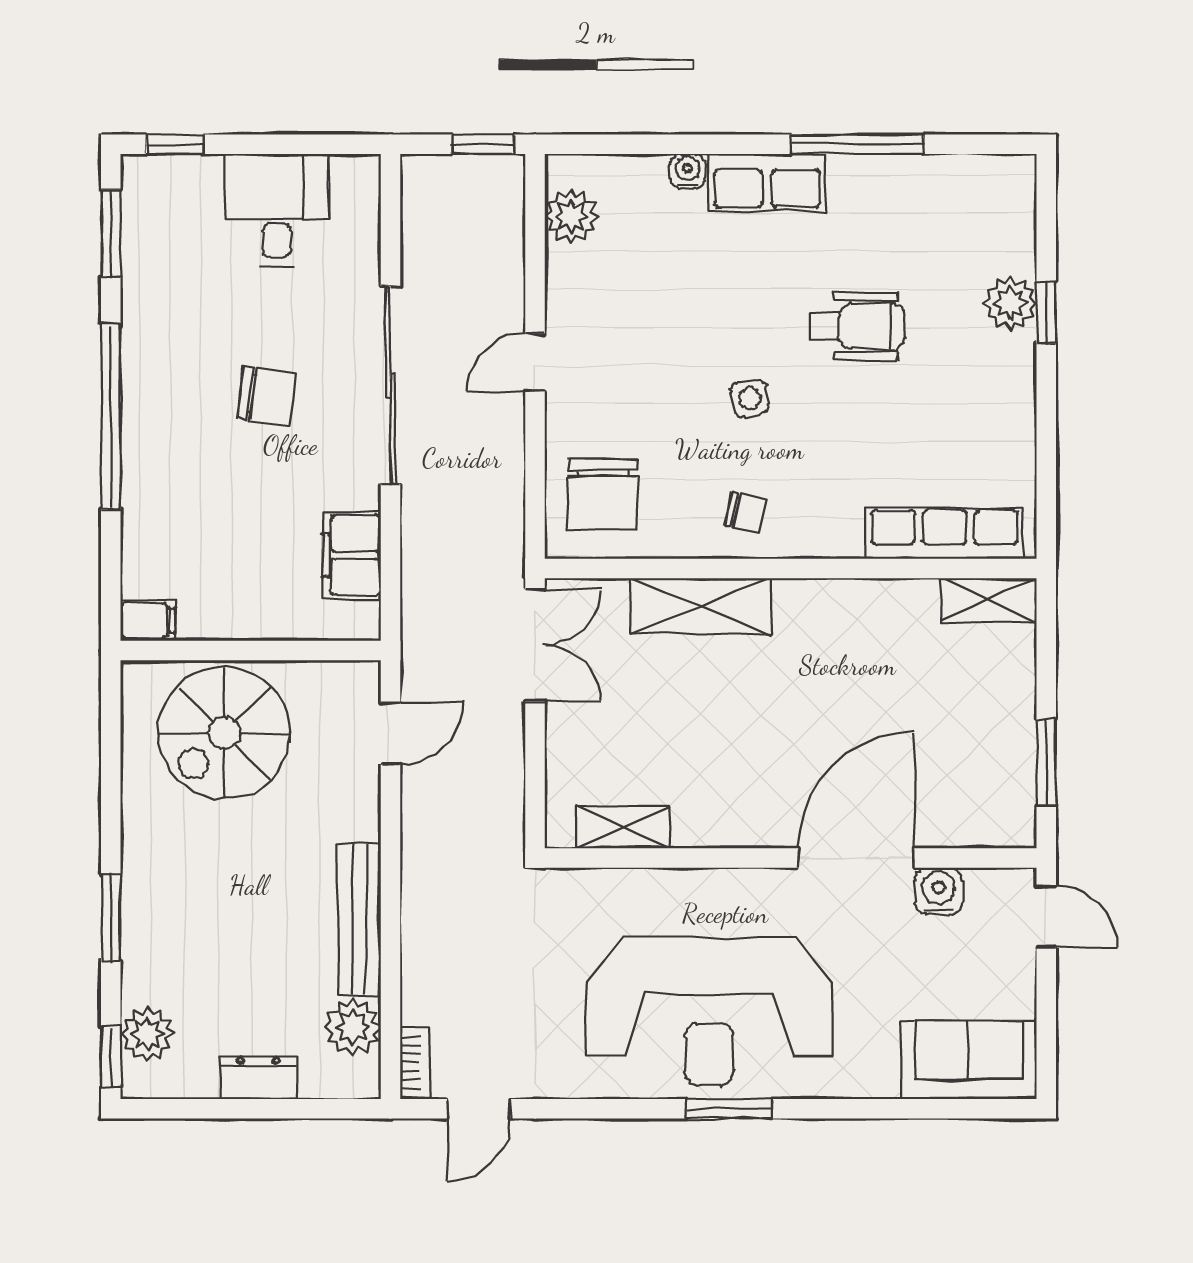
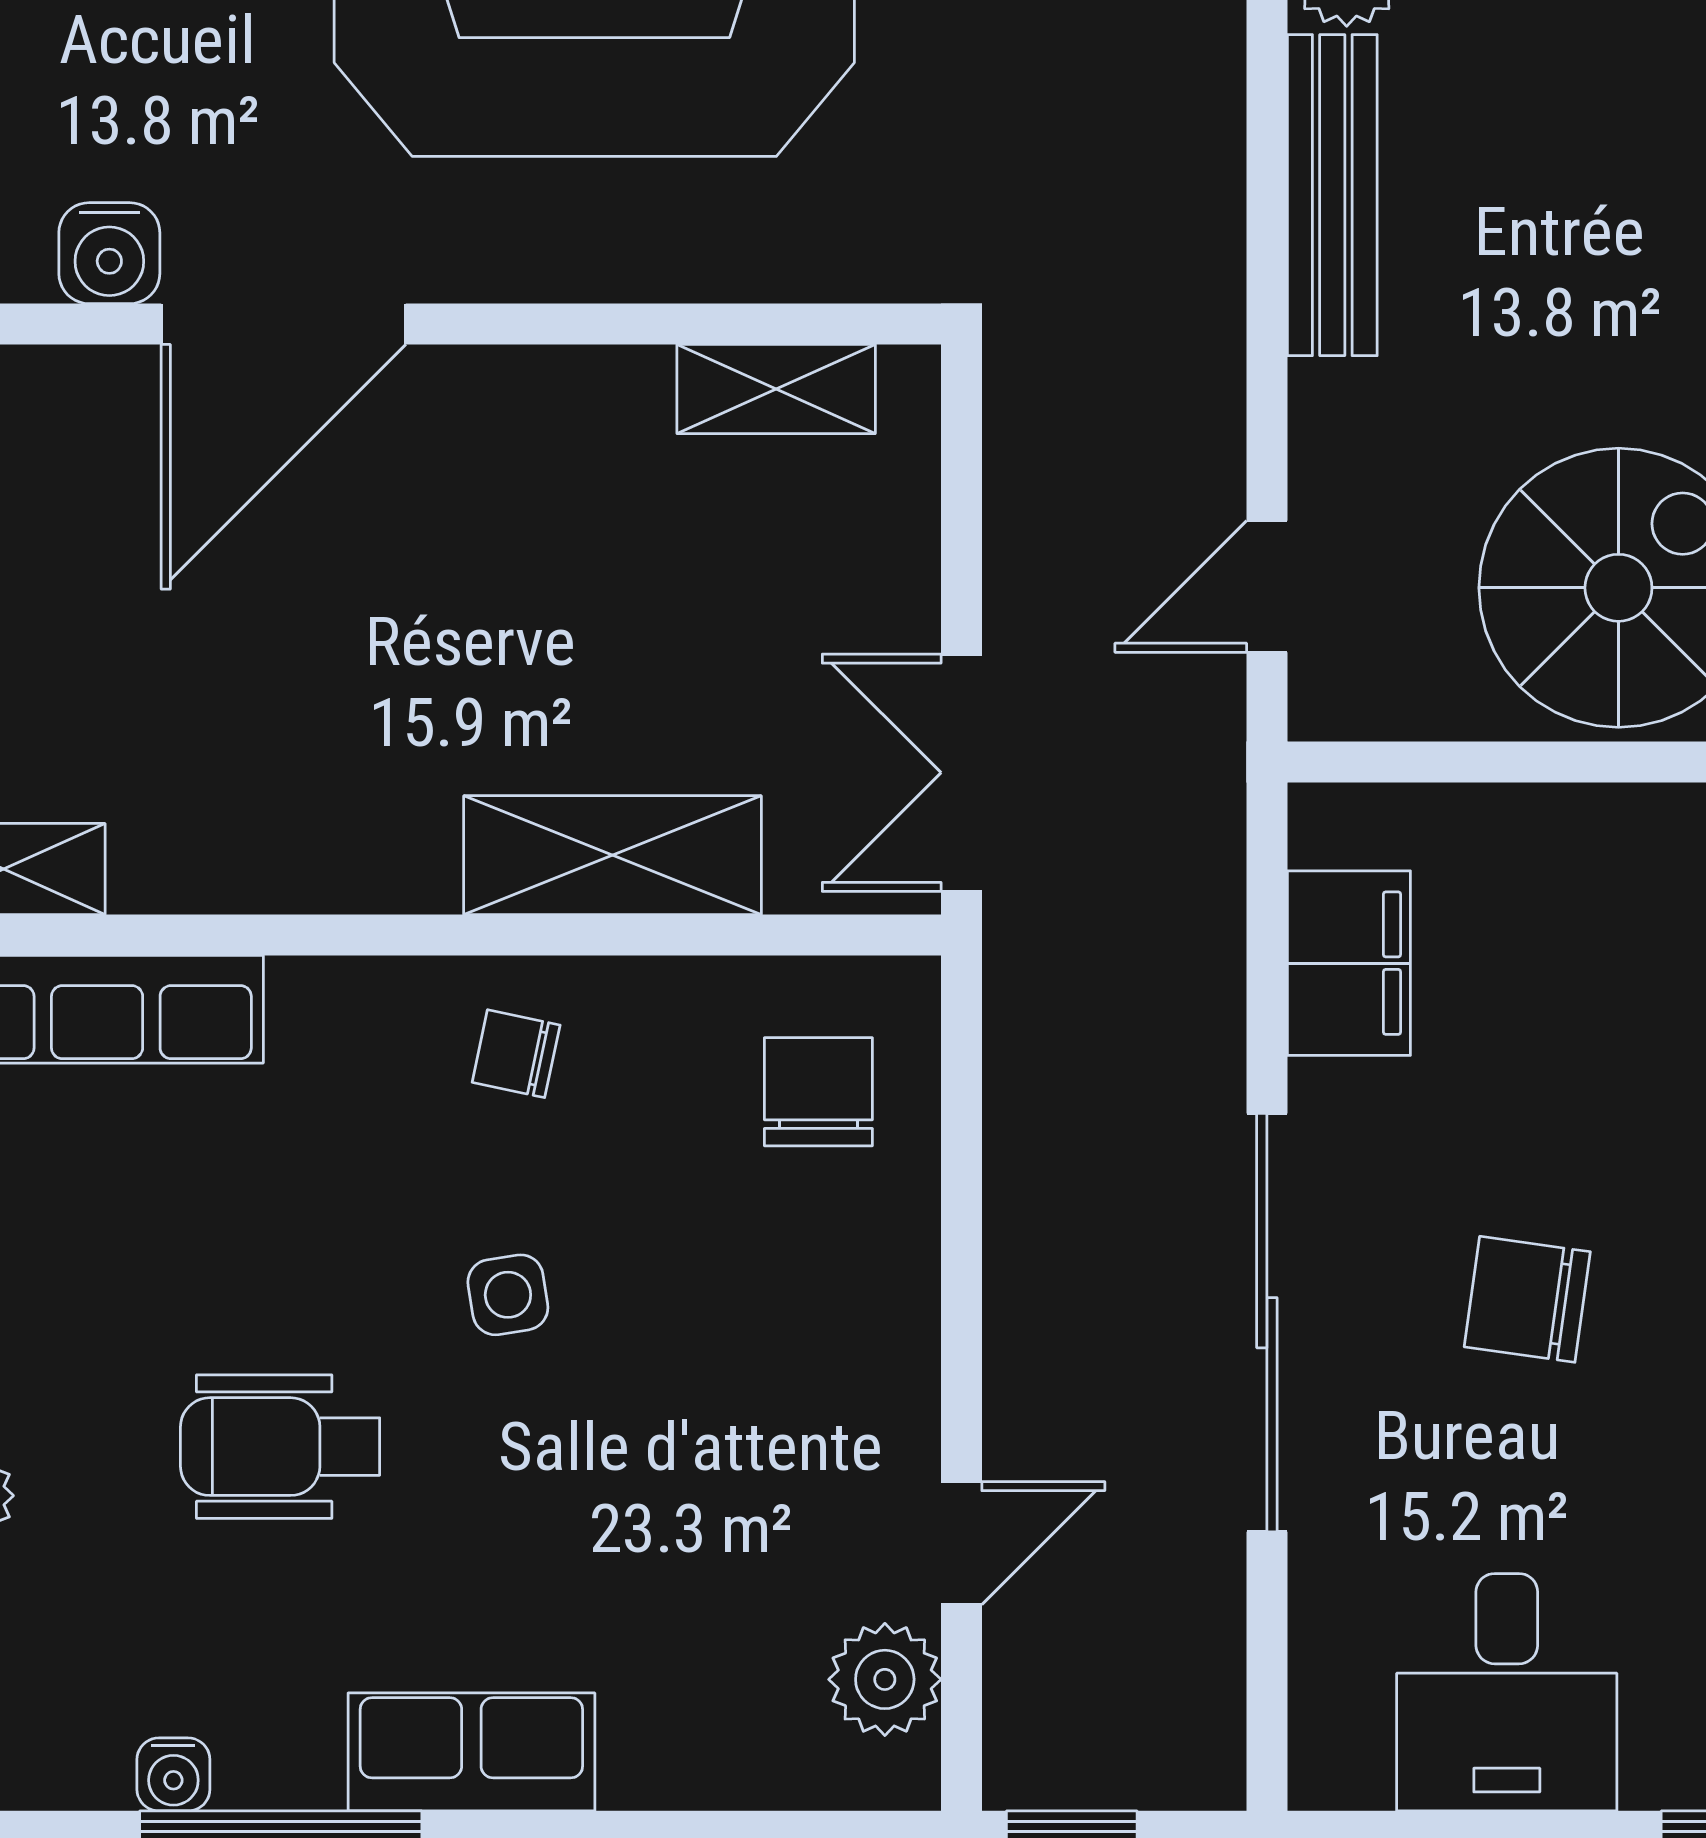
water cooler: (688, 171) -> (173, 1774), moved
door: (535, 362) -> (961, 1543), moved
chair: (603, 494) -> (818, 1092), width x0.73, depth x0.73

